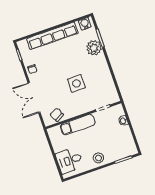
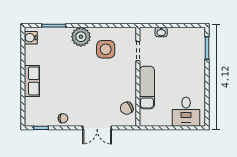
row of seats: (52, 36) -> (32, 81), width x0.50
plant: (94, 48) -> (81, 37), moved
side table: (77, 83) -> (106, 49), moved
double door: (34, 97) -> (97, 128), width x0.73
stool: (98, 158) -> (195, 77), removed

